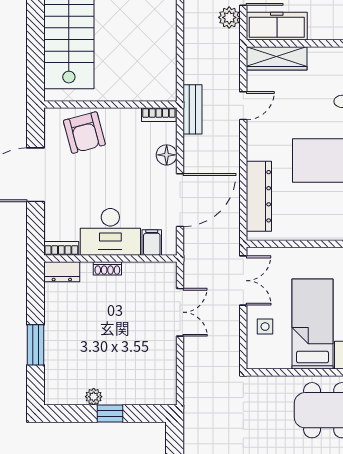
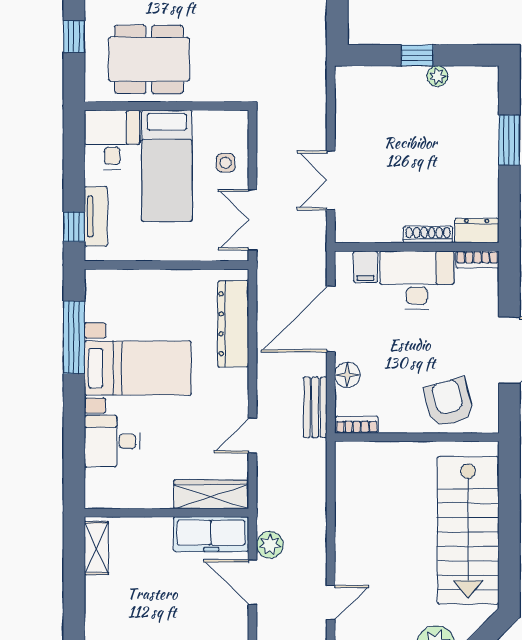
bench: (193, 109) -> (315, 407), moved
shoe rack: (107, 268) -> (428, 235), width x1.43

